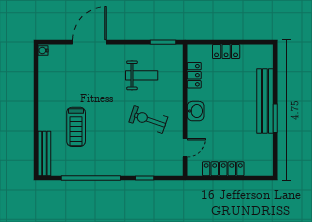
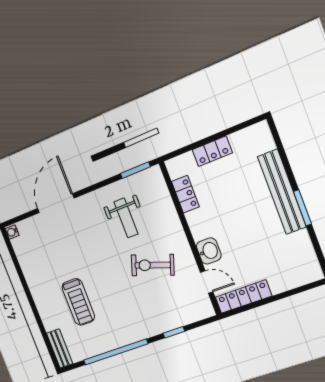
weight bench: (142, 75) -> (126, 218), turned 90
washbasin: (196, 111) -> (209, 251), moved
door: (185, 148) -> (207, 282), hinge flipped
bench: (44, 153) -> (60, 348), width x0.73
locker: (223, 169) -> (243, 297), moved

